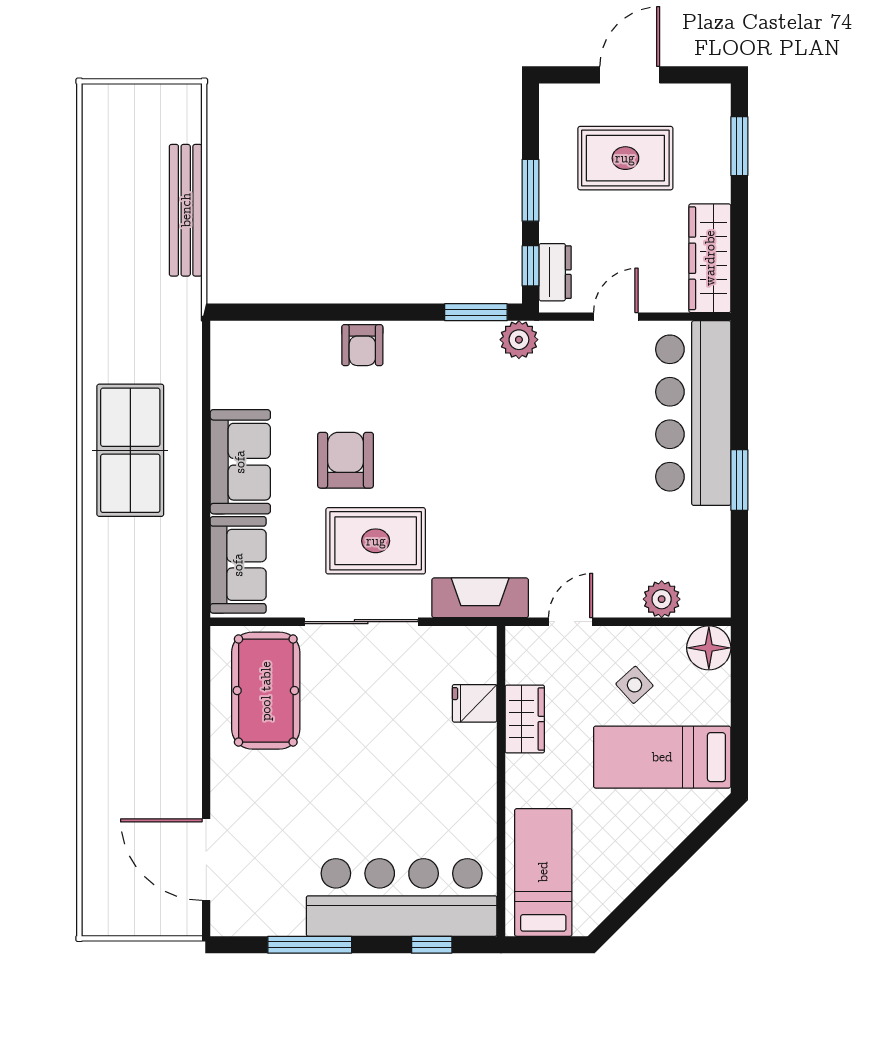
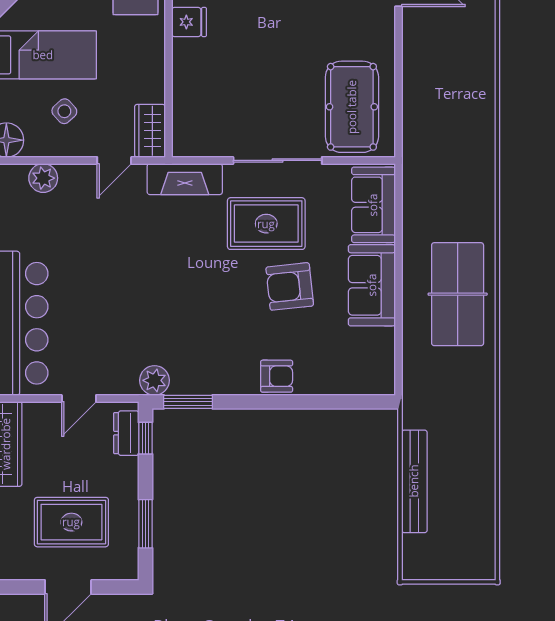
window: (530, 190) -> (145, 524), moved
armchair: (362, 345) -> (277, 376), turned 90
armchair: (346, 460) -> (290, 286), turned 84
fridge: (475, 703) -> (189, 22), moved
wardrobe: (525, 719) -> (150, 131), moved

